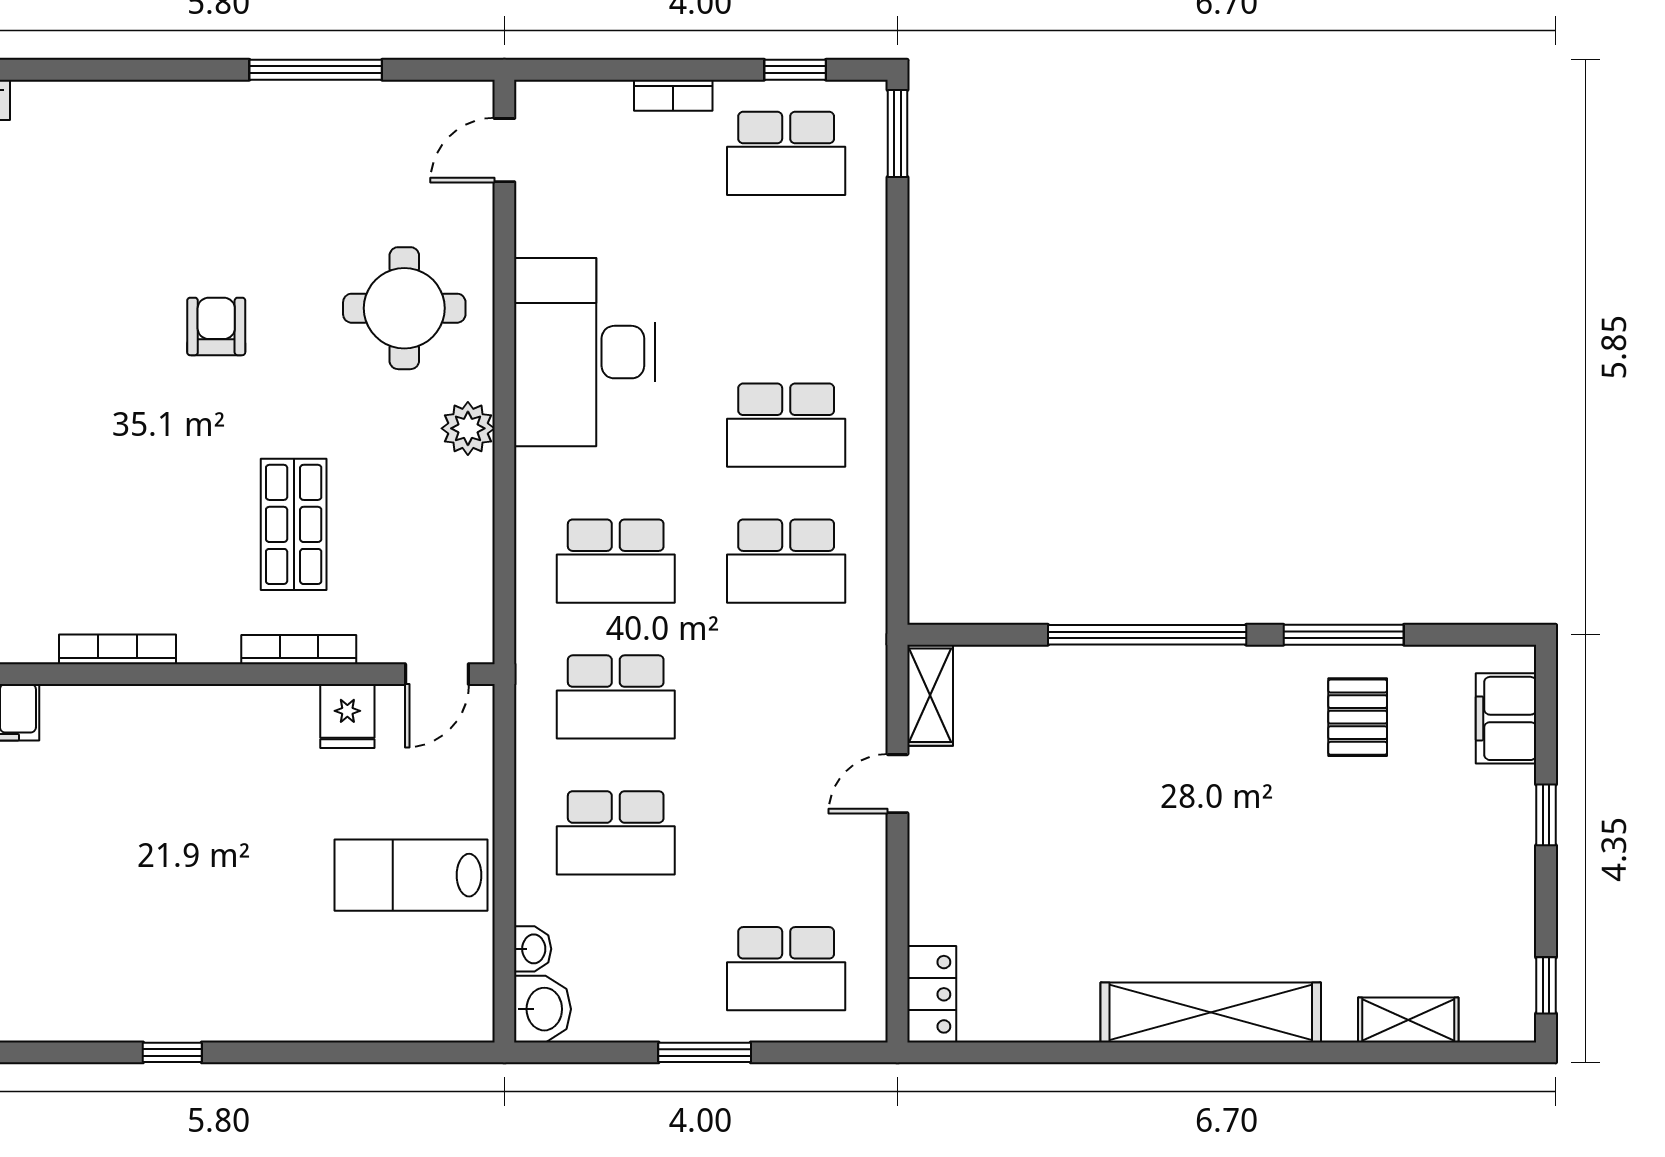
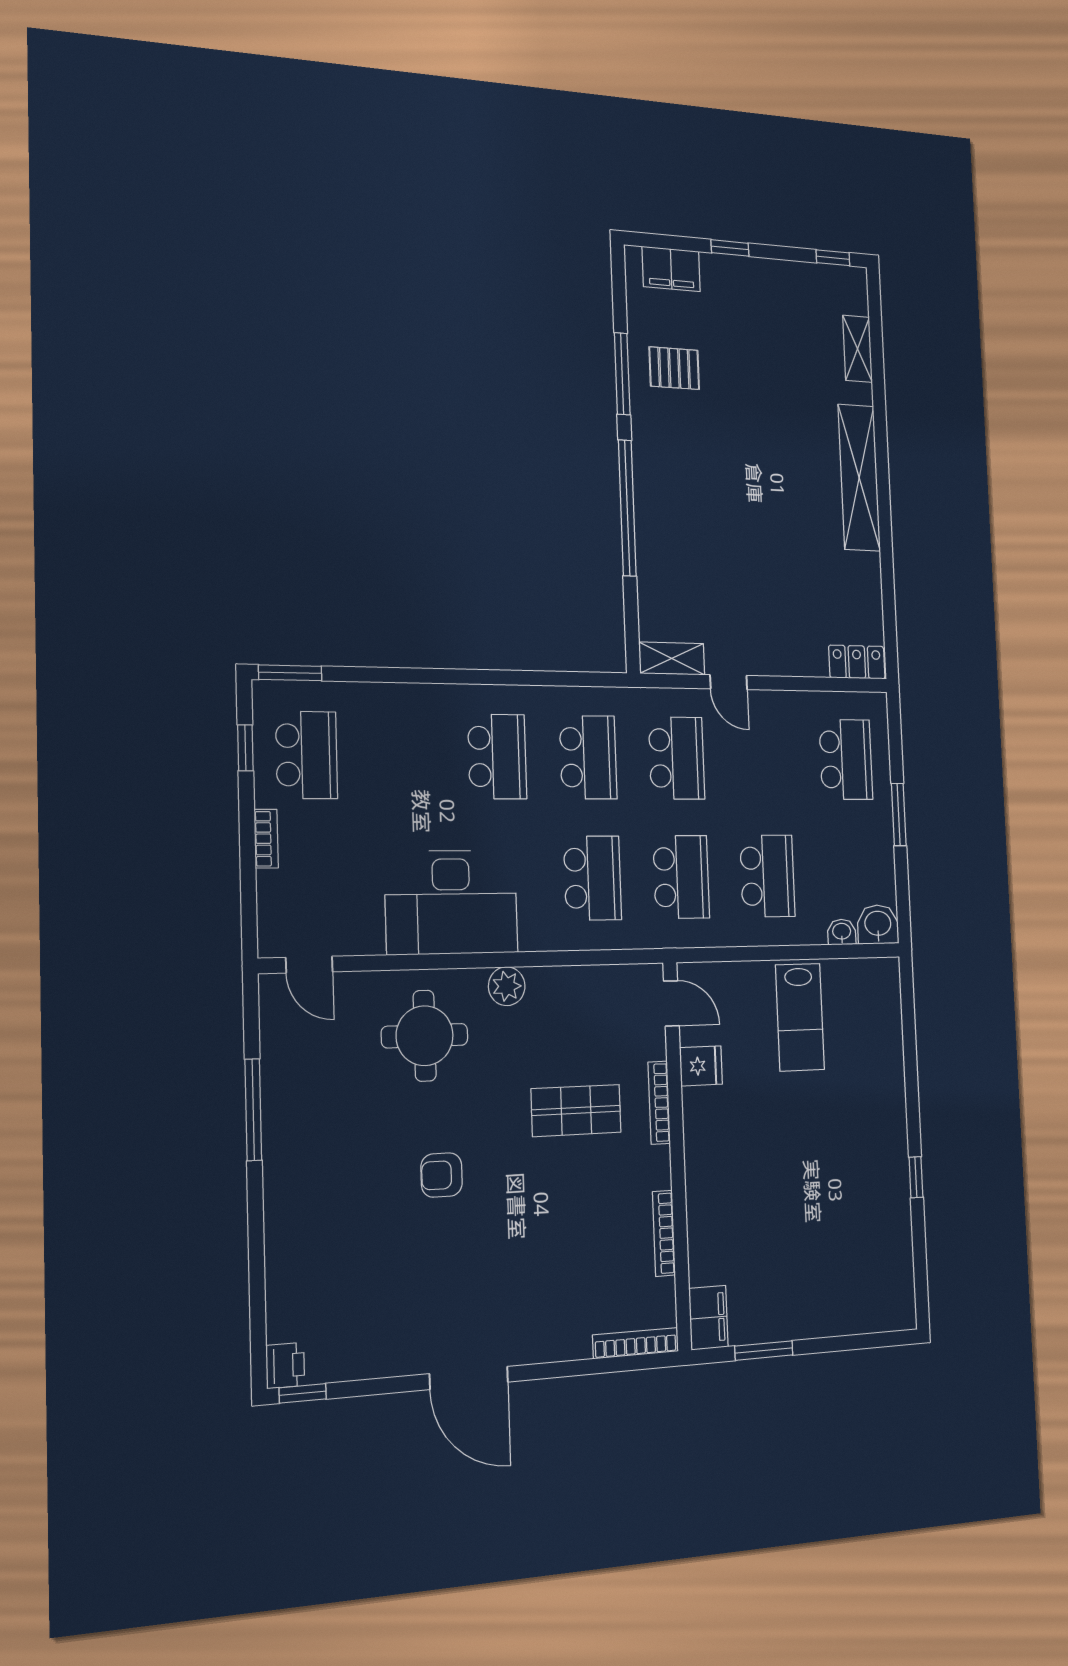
school desk: (786, 697) -> (677, 758), added

